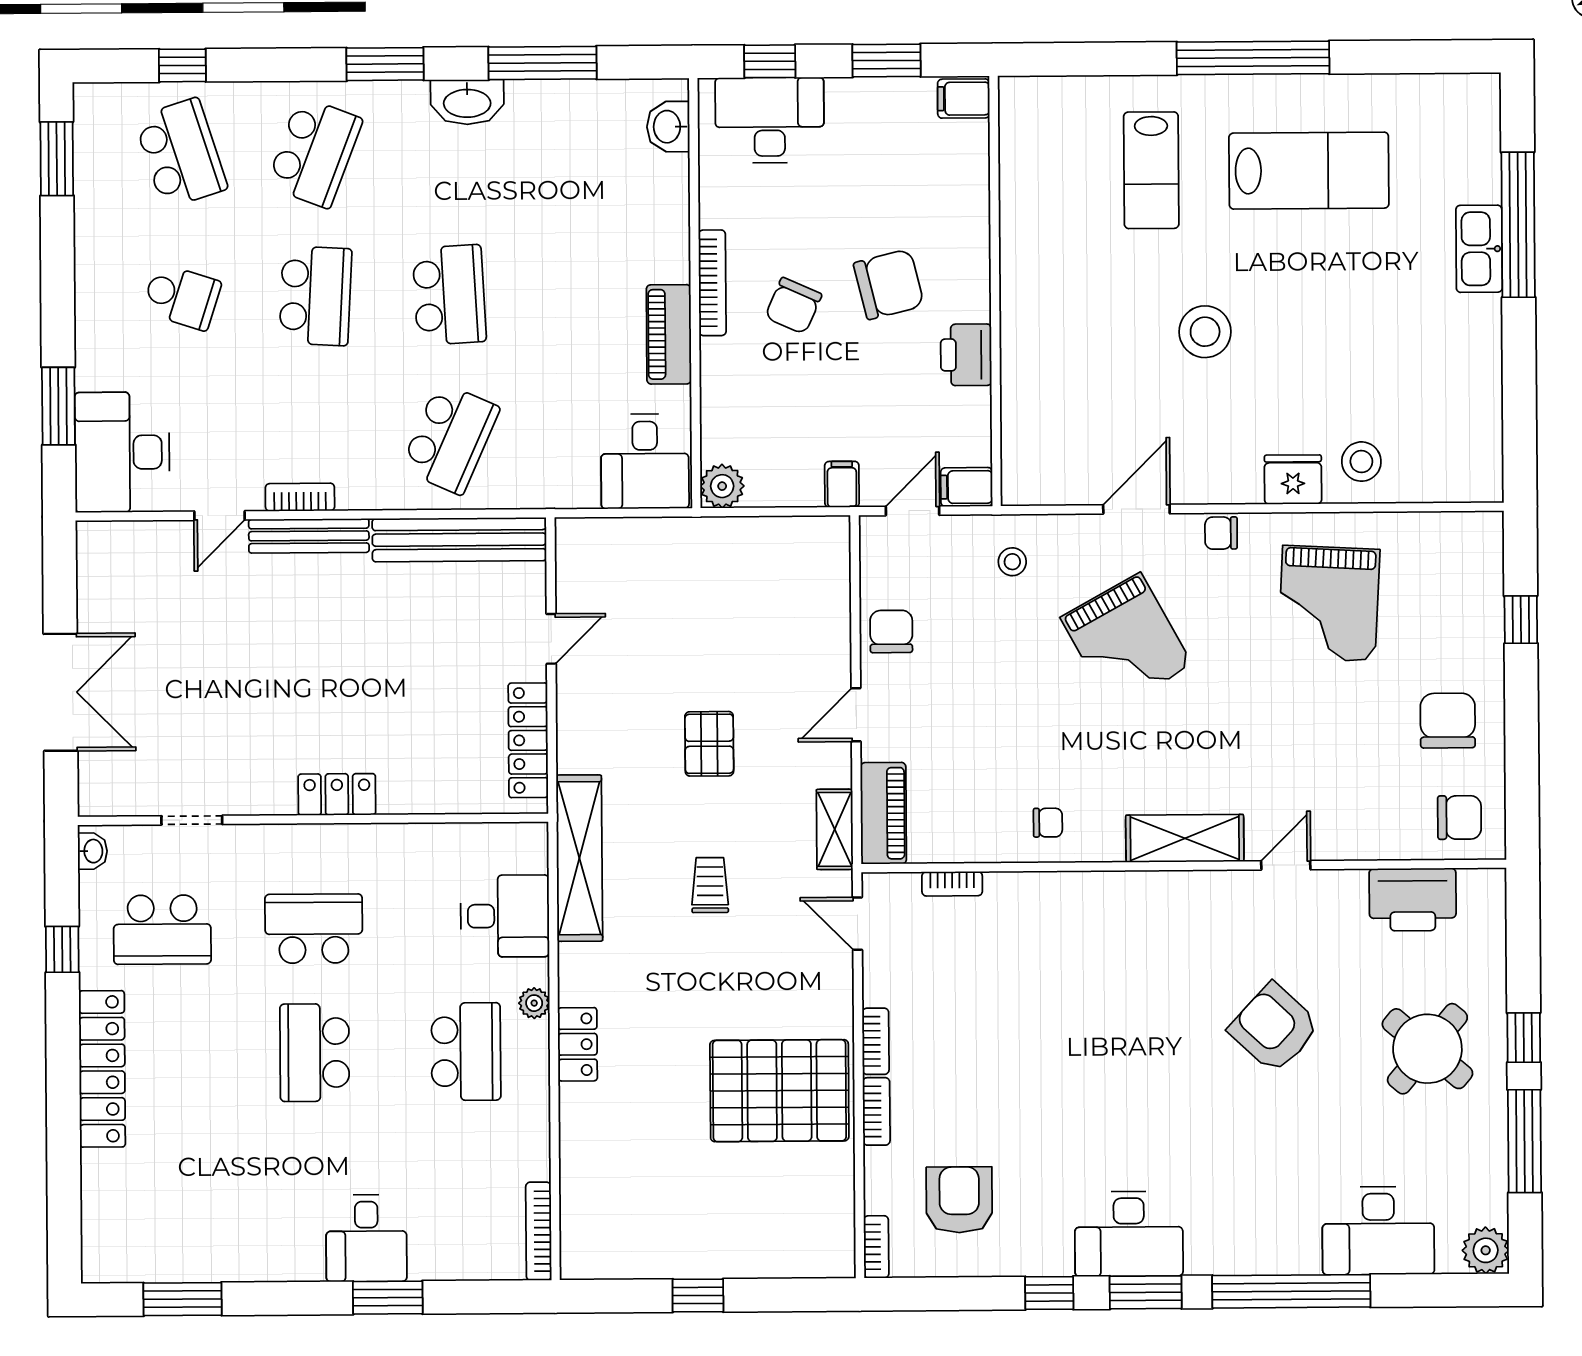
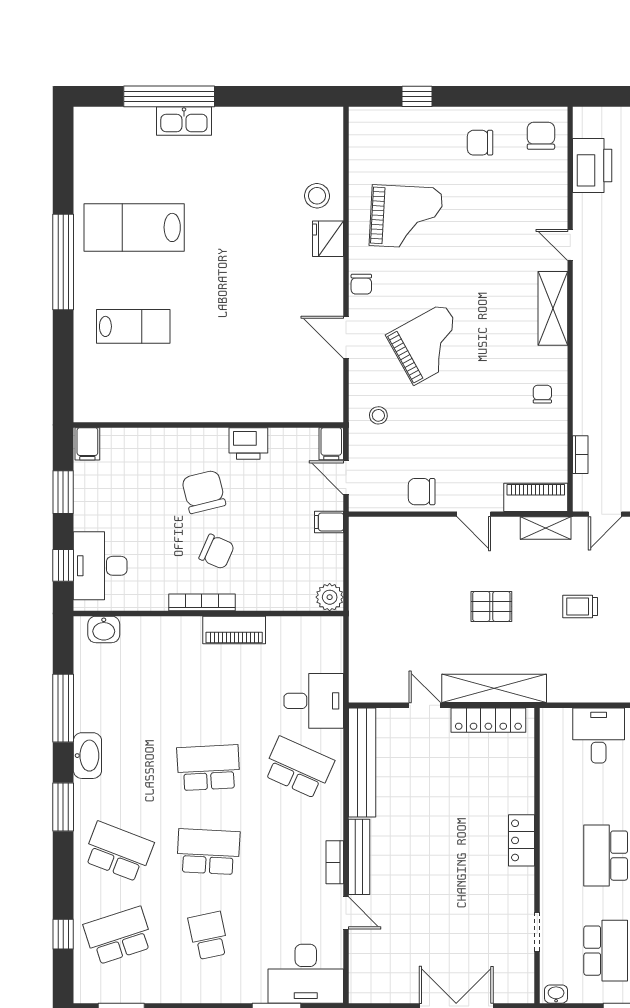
lab bench: (1309, 171) -> (134, 227), turned -90
school desk: (182, 297) -> (208, 936), turned -30
stool: (1205, 332) -> (235, 293), removed
desk: (645, 461) -> (314, 701), moved
chair: (1448, 721) -> (480, 143), width x0.73, depth x0.73
shelving: (579, 858) -> (494, 688), moved

